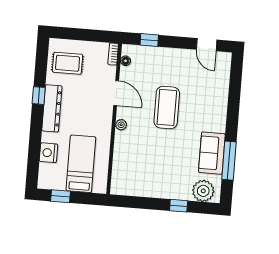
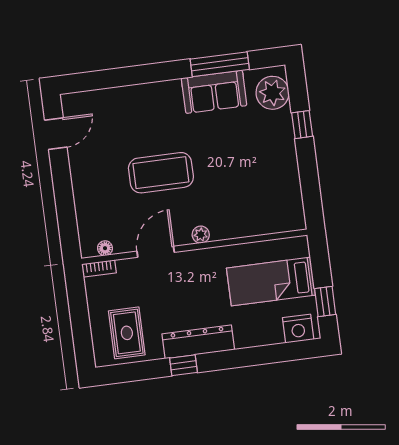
window: (149, 40) -> (67, 220), removed
nightstand: (48, 153) -> (298, 329), moved

